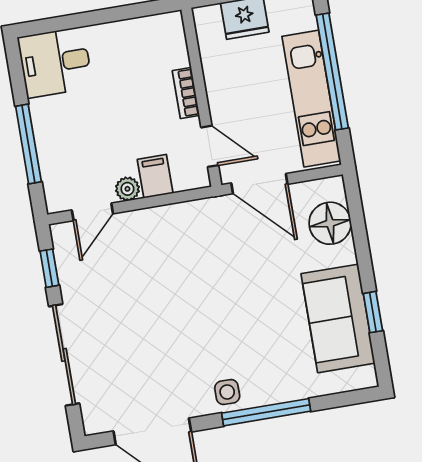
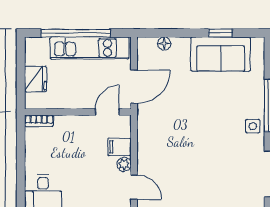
bookcase: (186, 93) -> (39, 121), moved
floor lamp: (330, 223) -> (164, 43), width x0.53, depth x0.53

